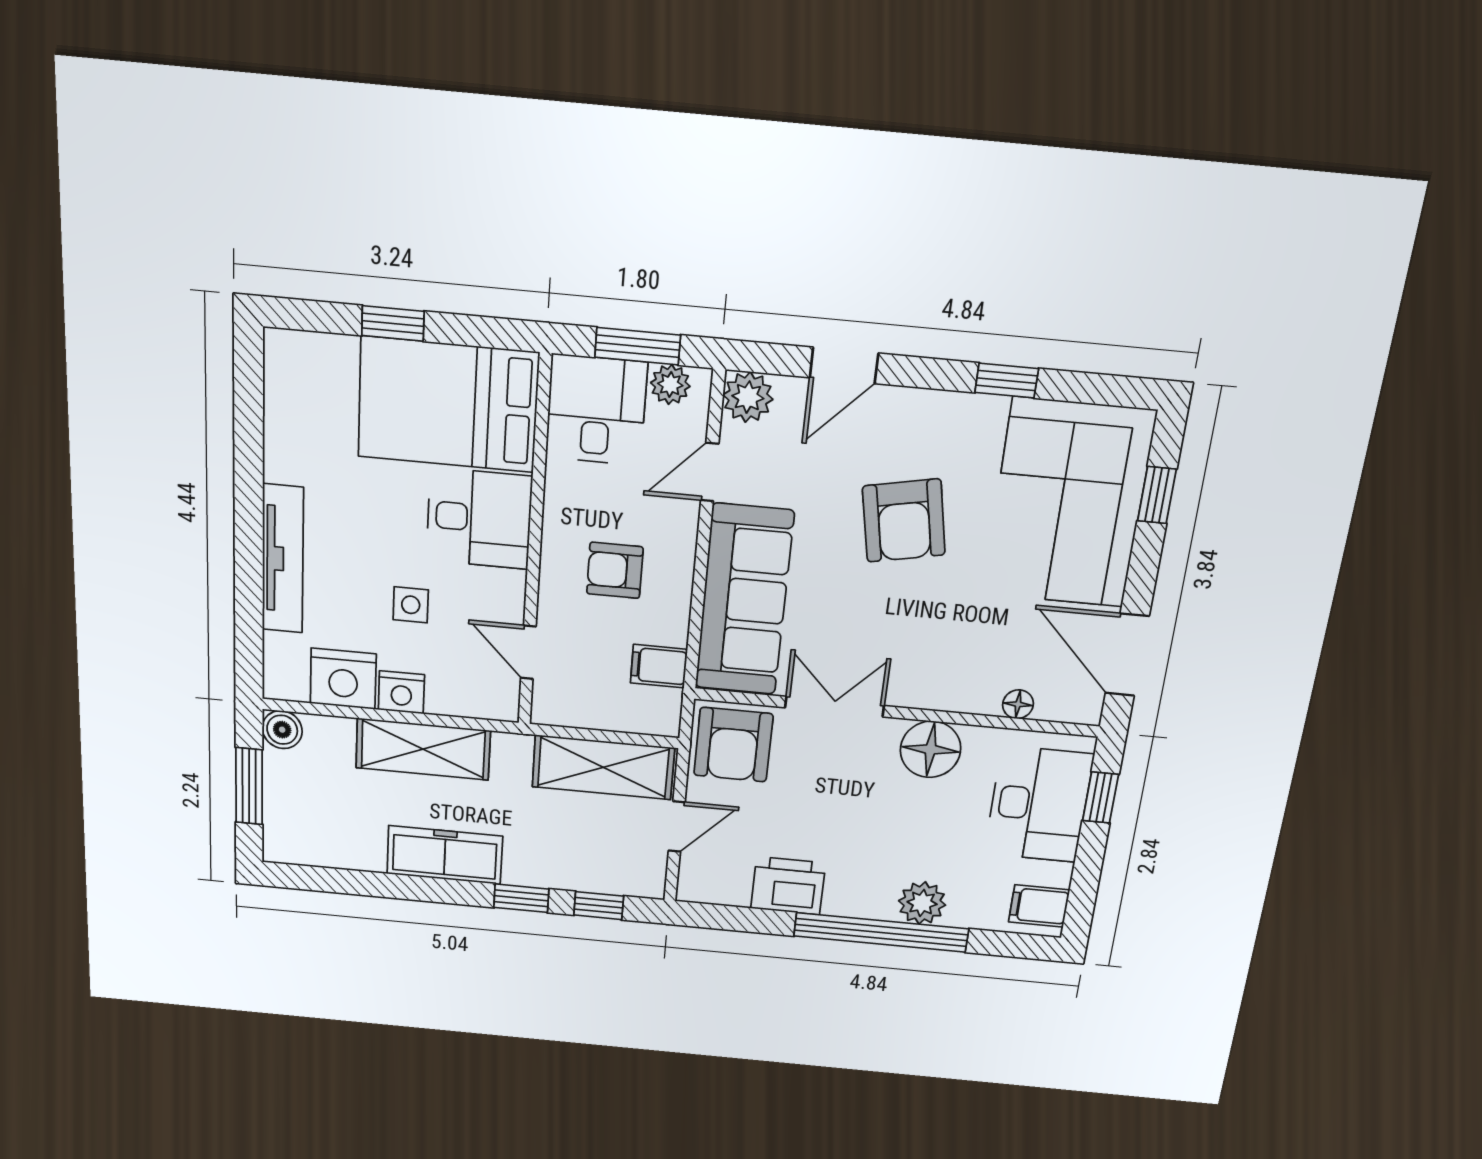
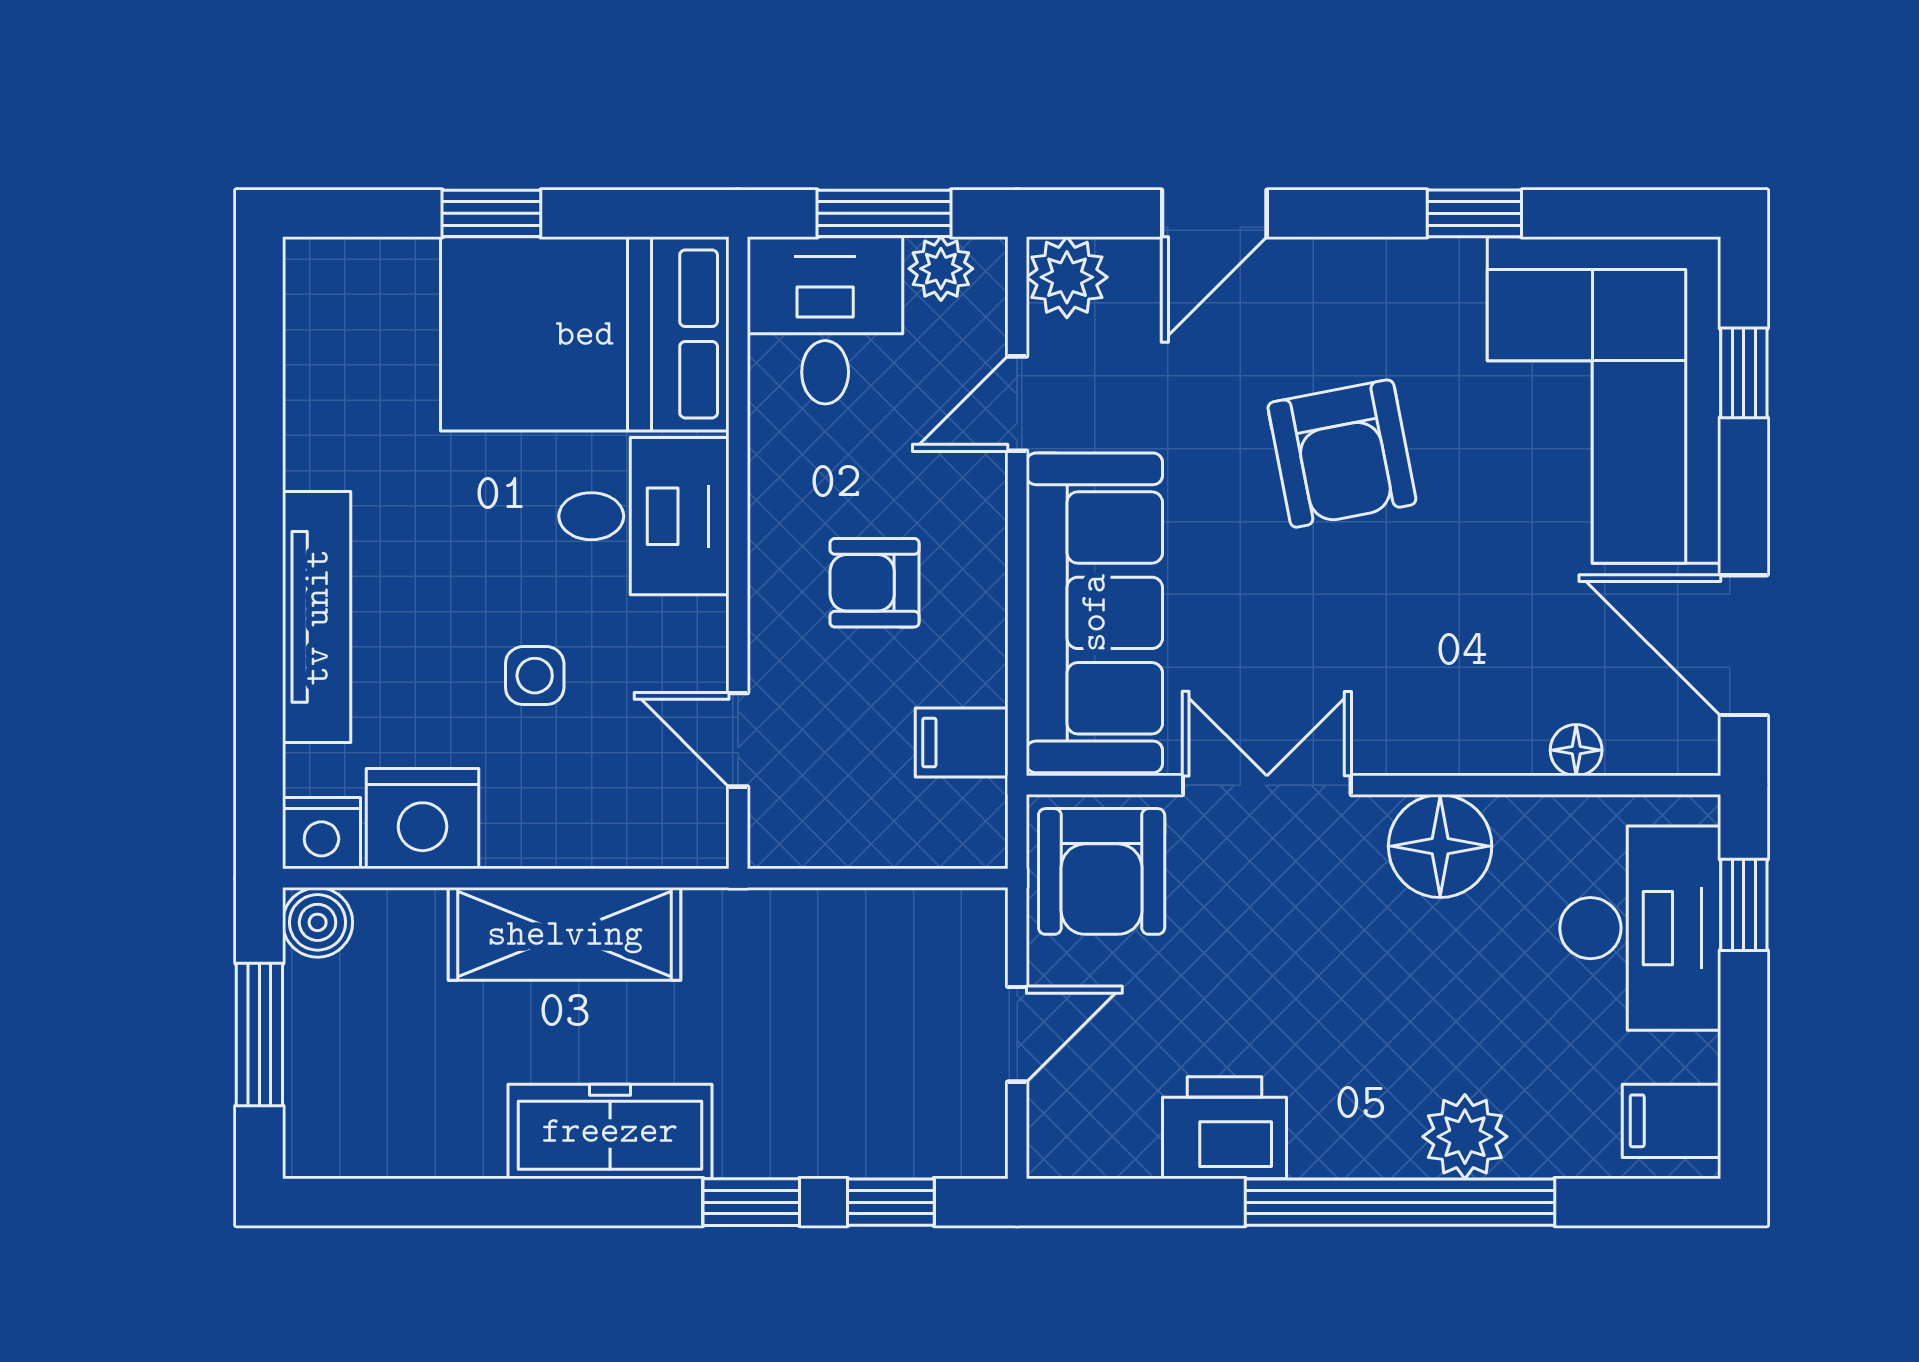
nightstand: (401, 692) -> (321, 833), moved
shelving: (603, 767) -> (880, 936), removed

